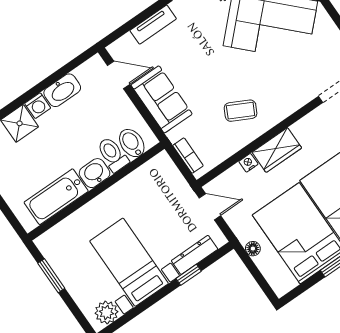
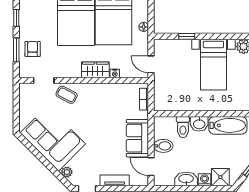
coffee table: (241, 111) -> (67, 95), moved
bidet: (132, 143) -> (163, 146), moved, turned -90
dresser: (195, 255) -> (176, 45), removed

